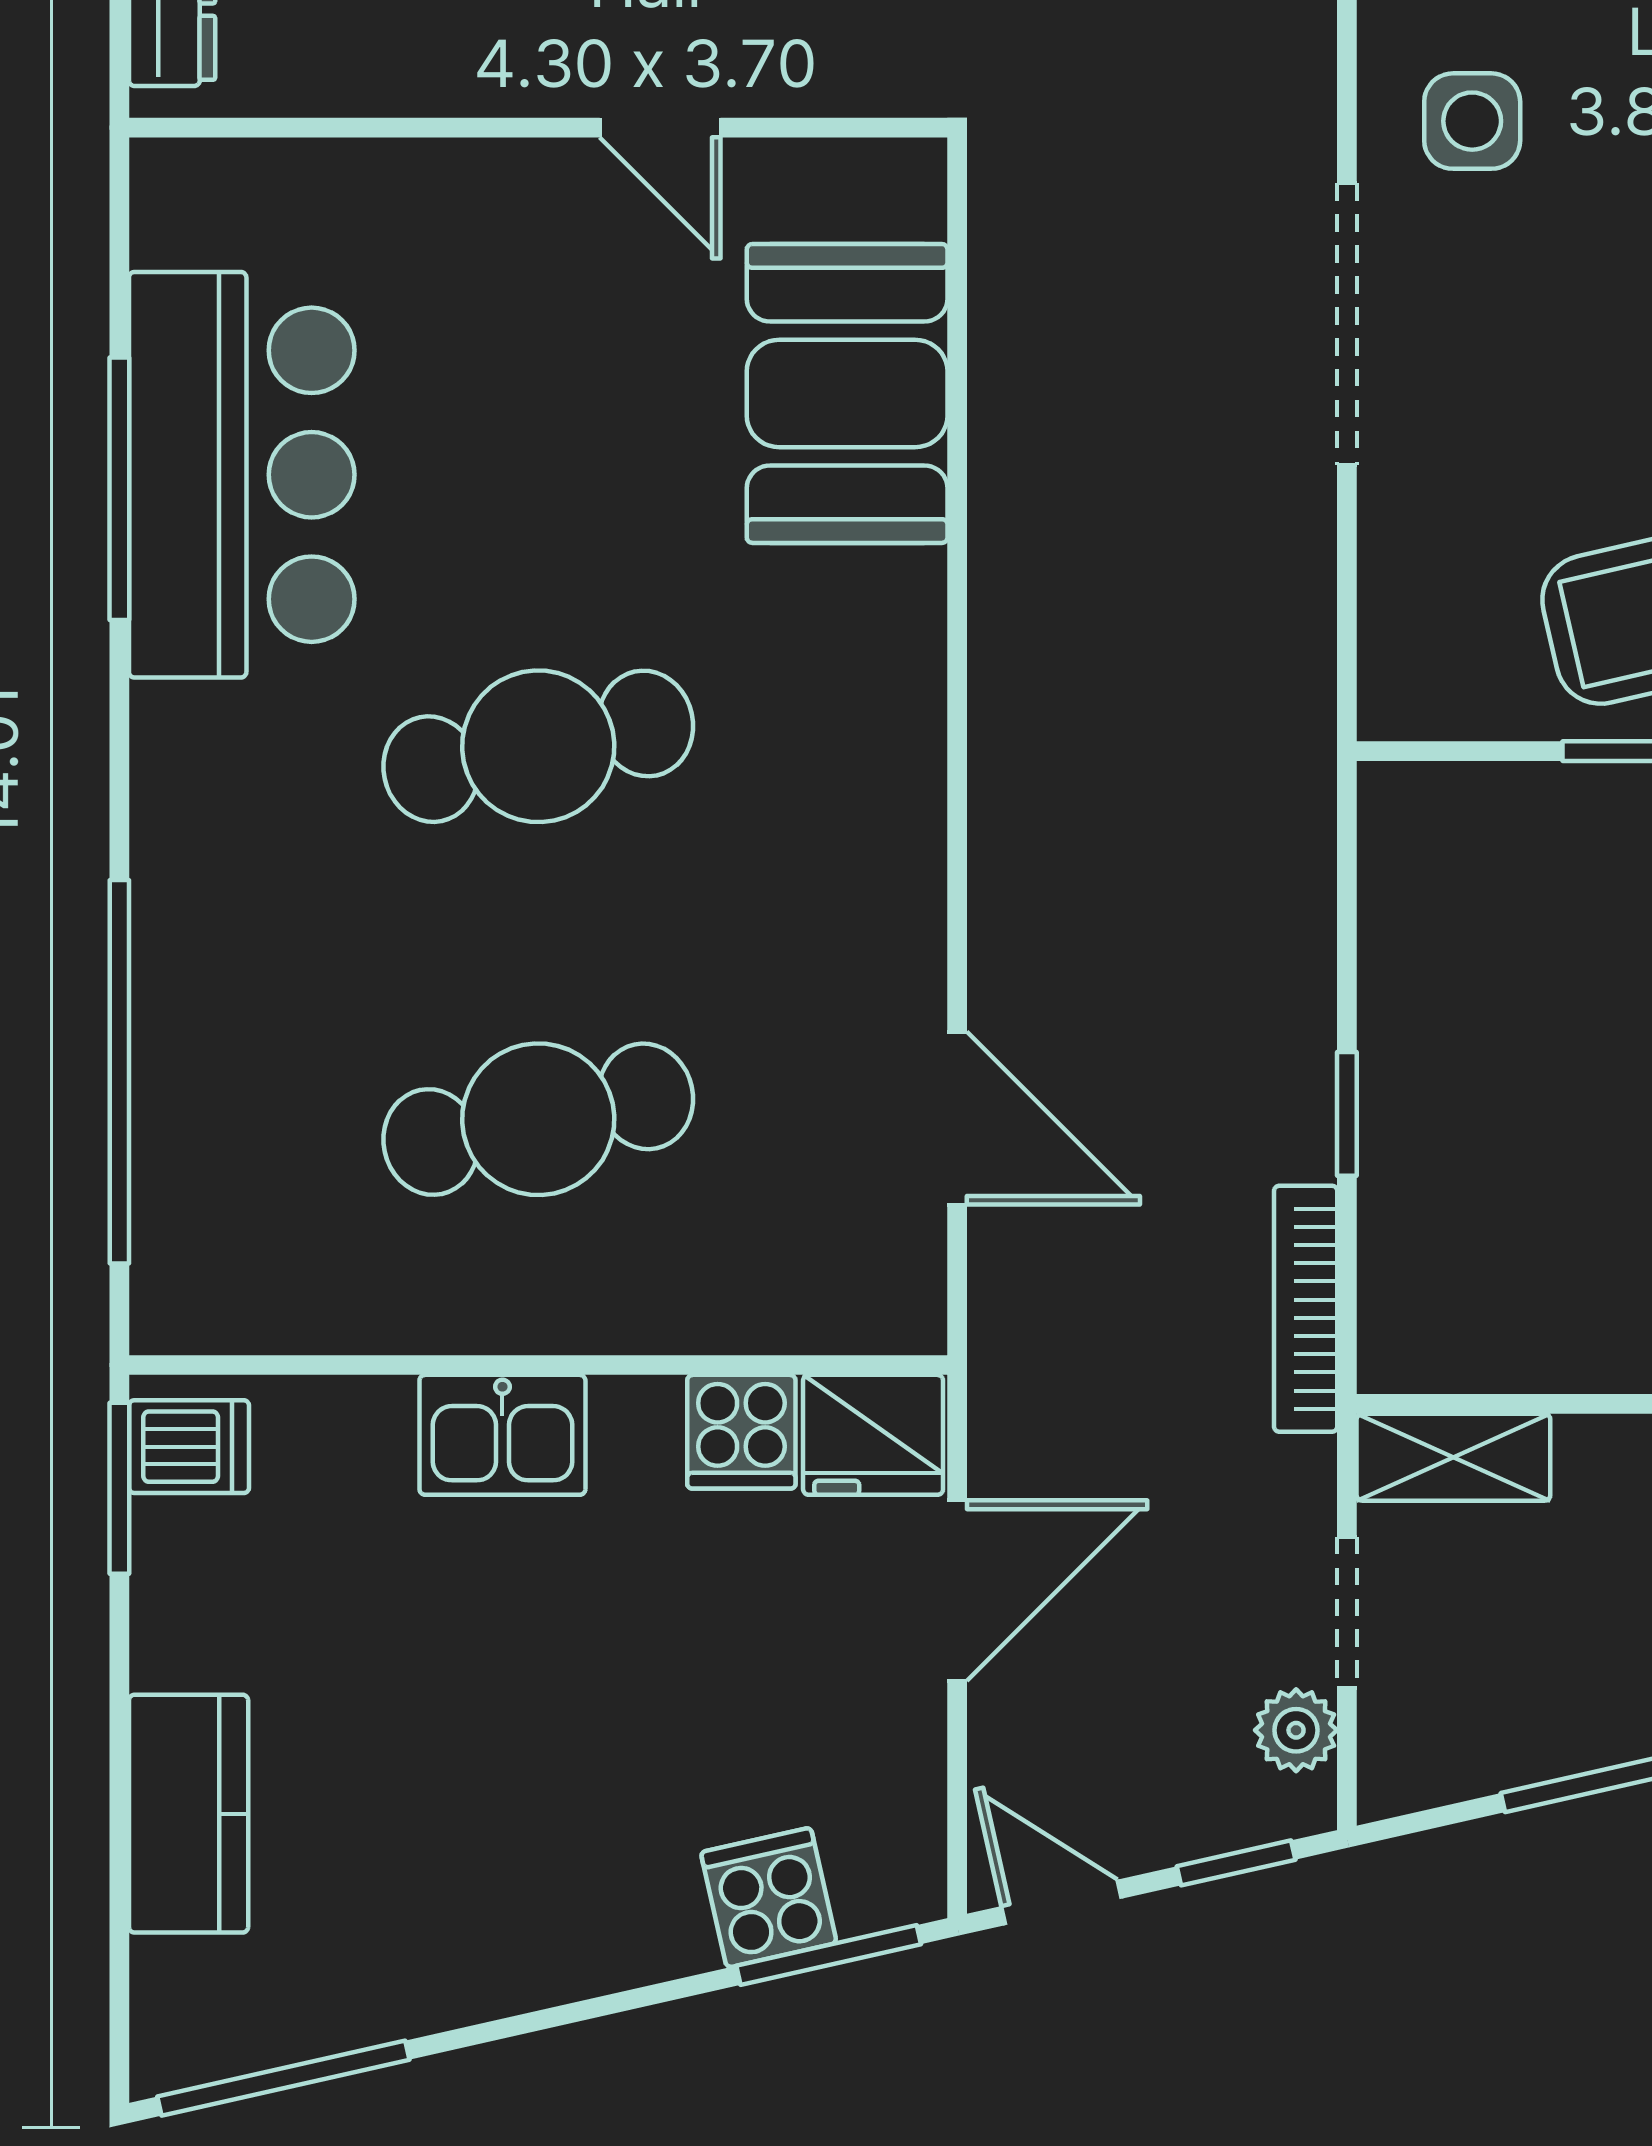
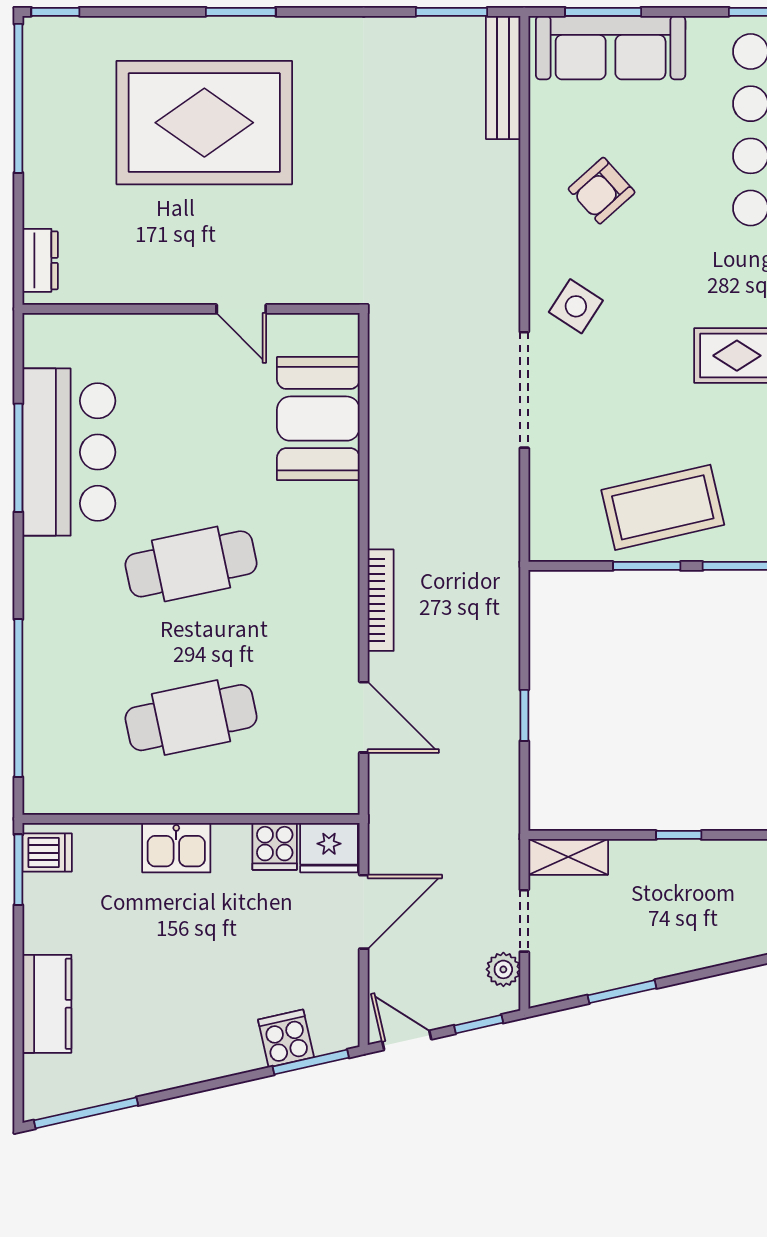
side table: (1472, 121) -> (576, 306), turned 33
bookcase: (1306, 1309) -> (381, 600), moved, turned 180

